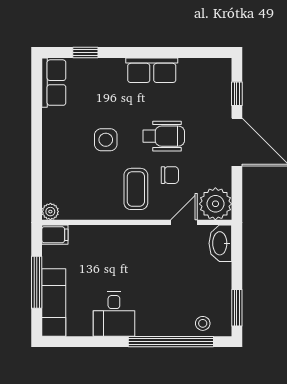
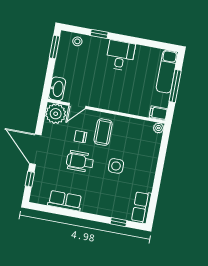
row of seats: (152, 70) -> (65, 201), moved
desk: (114, 314) -> (120, 55), moved
window: (171, 342) -> (99, 34), width x0.32

